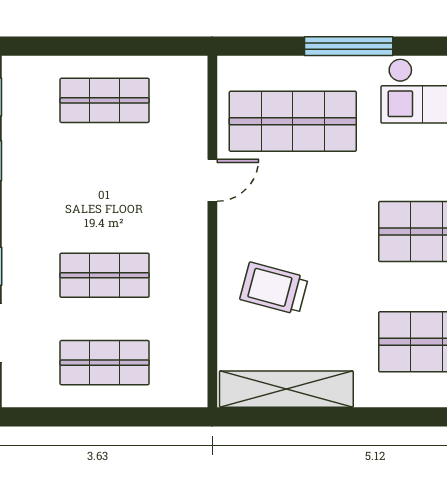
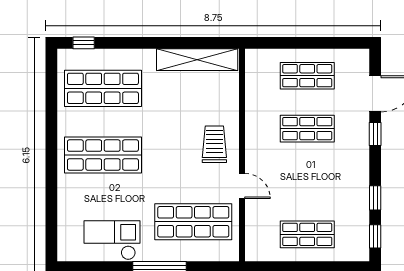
door: (212, 180) -> (242, 186), swing flipped
trolley: (274, 288) -> (214, 144), moved, turned -105

